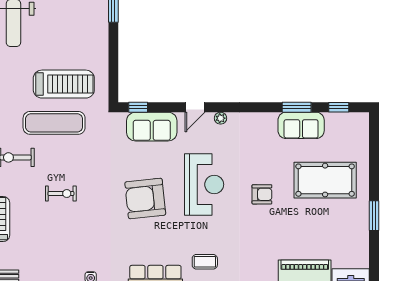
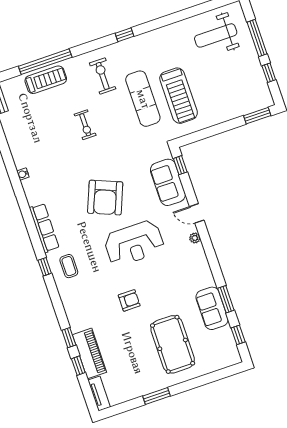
armchair: (262, 194) -> (129, 300), moved, turned -90
armchair: (145, 198) -> (105, 198), turned -152

